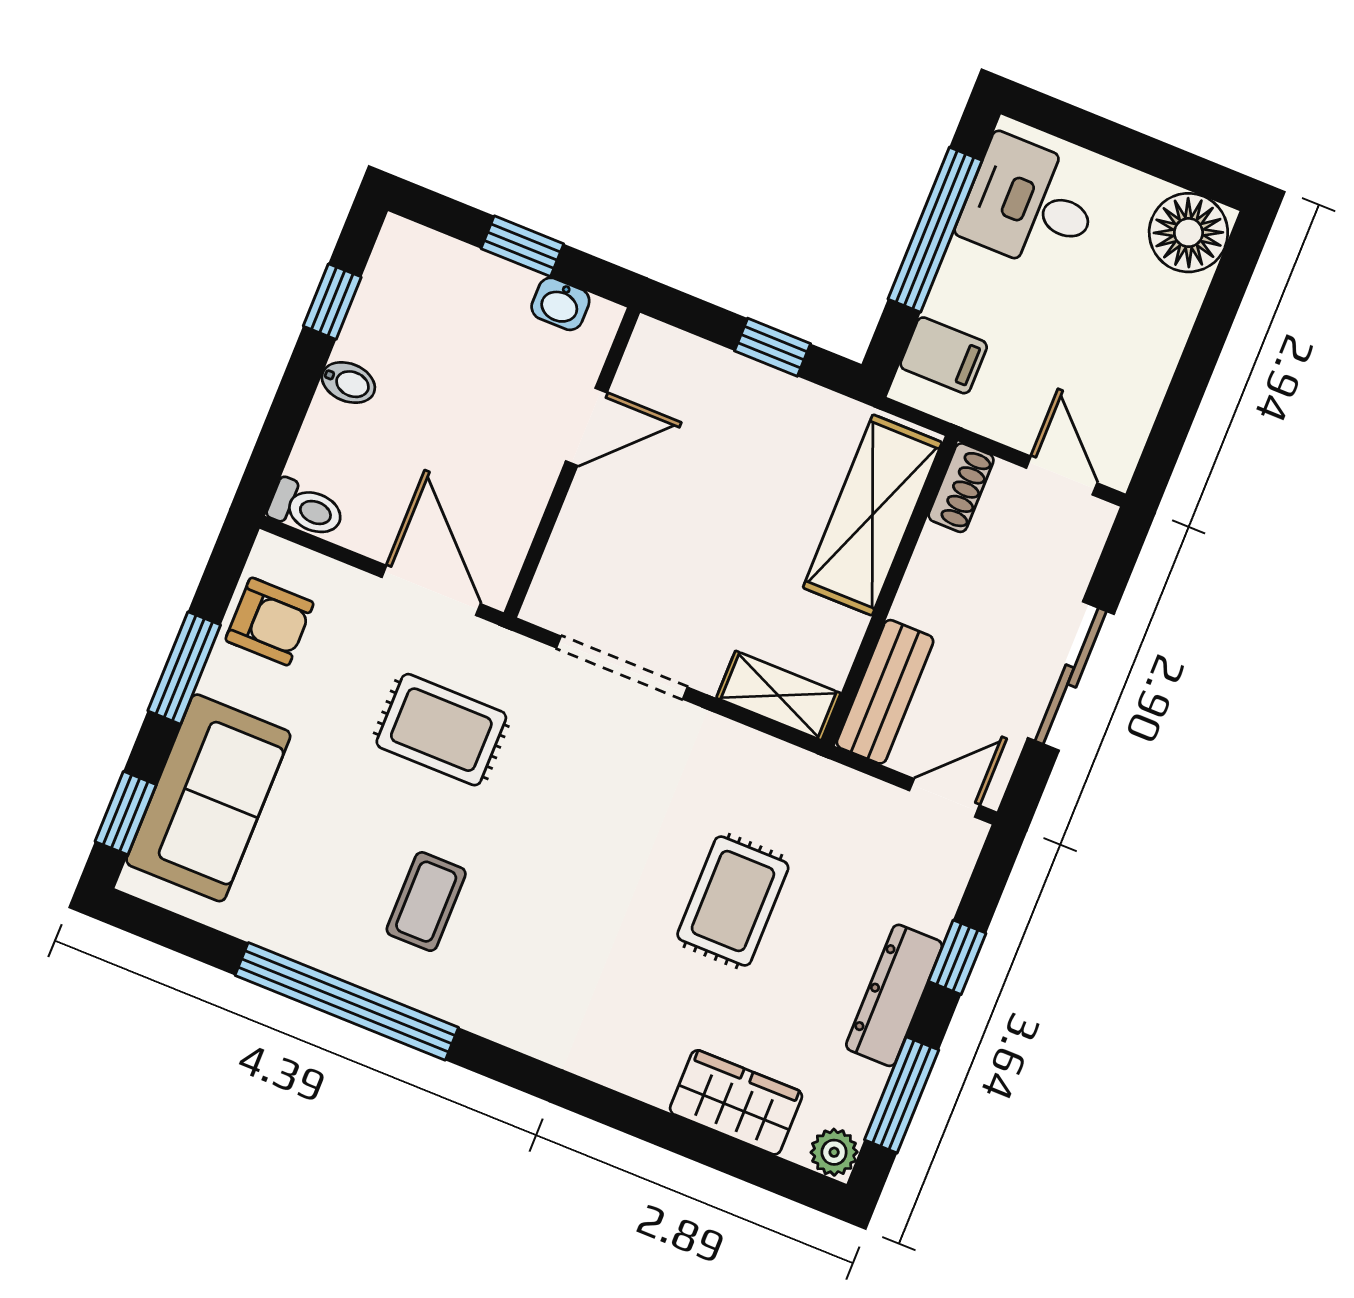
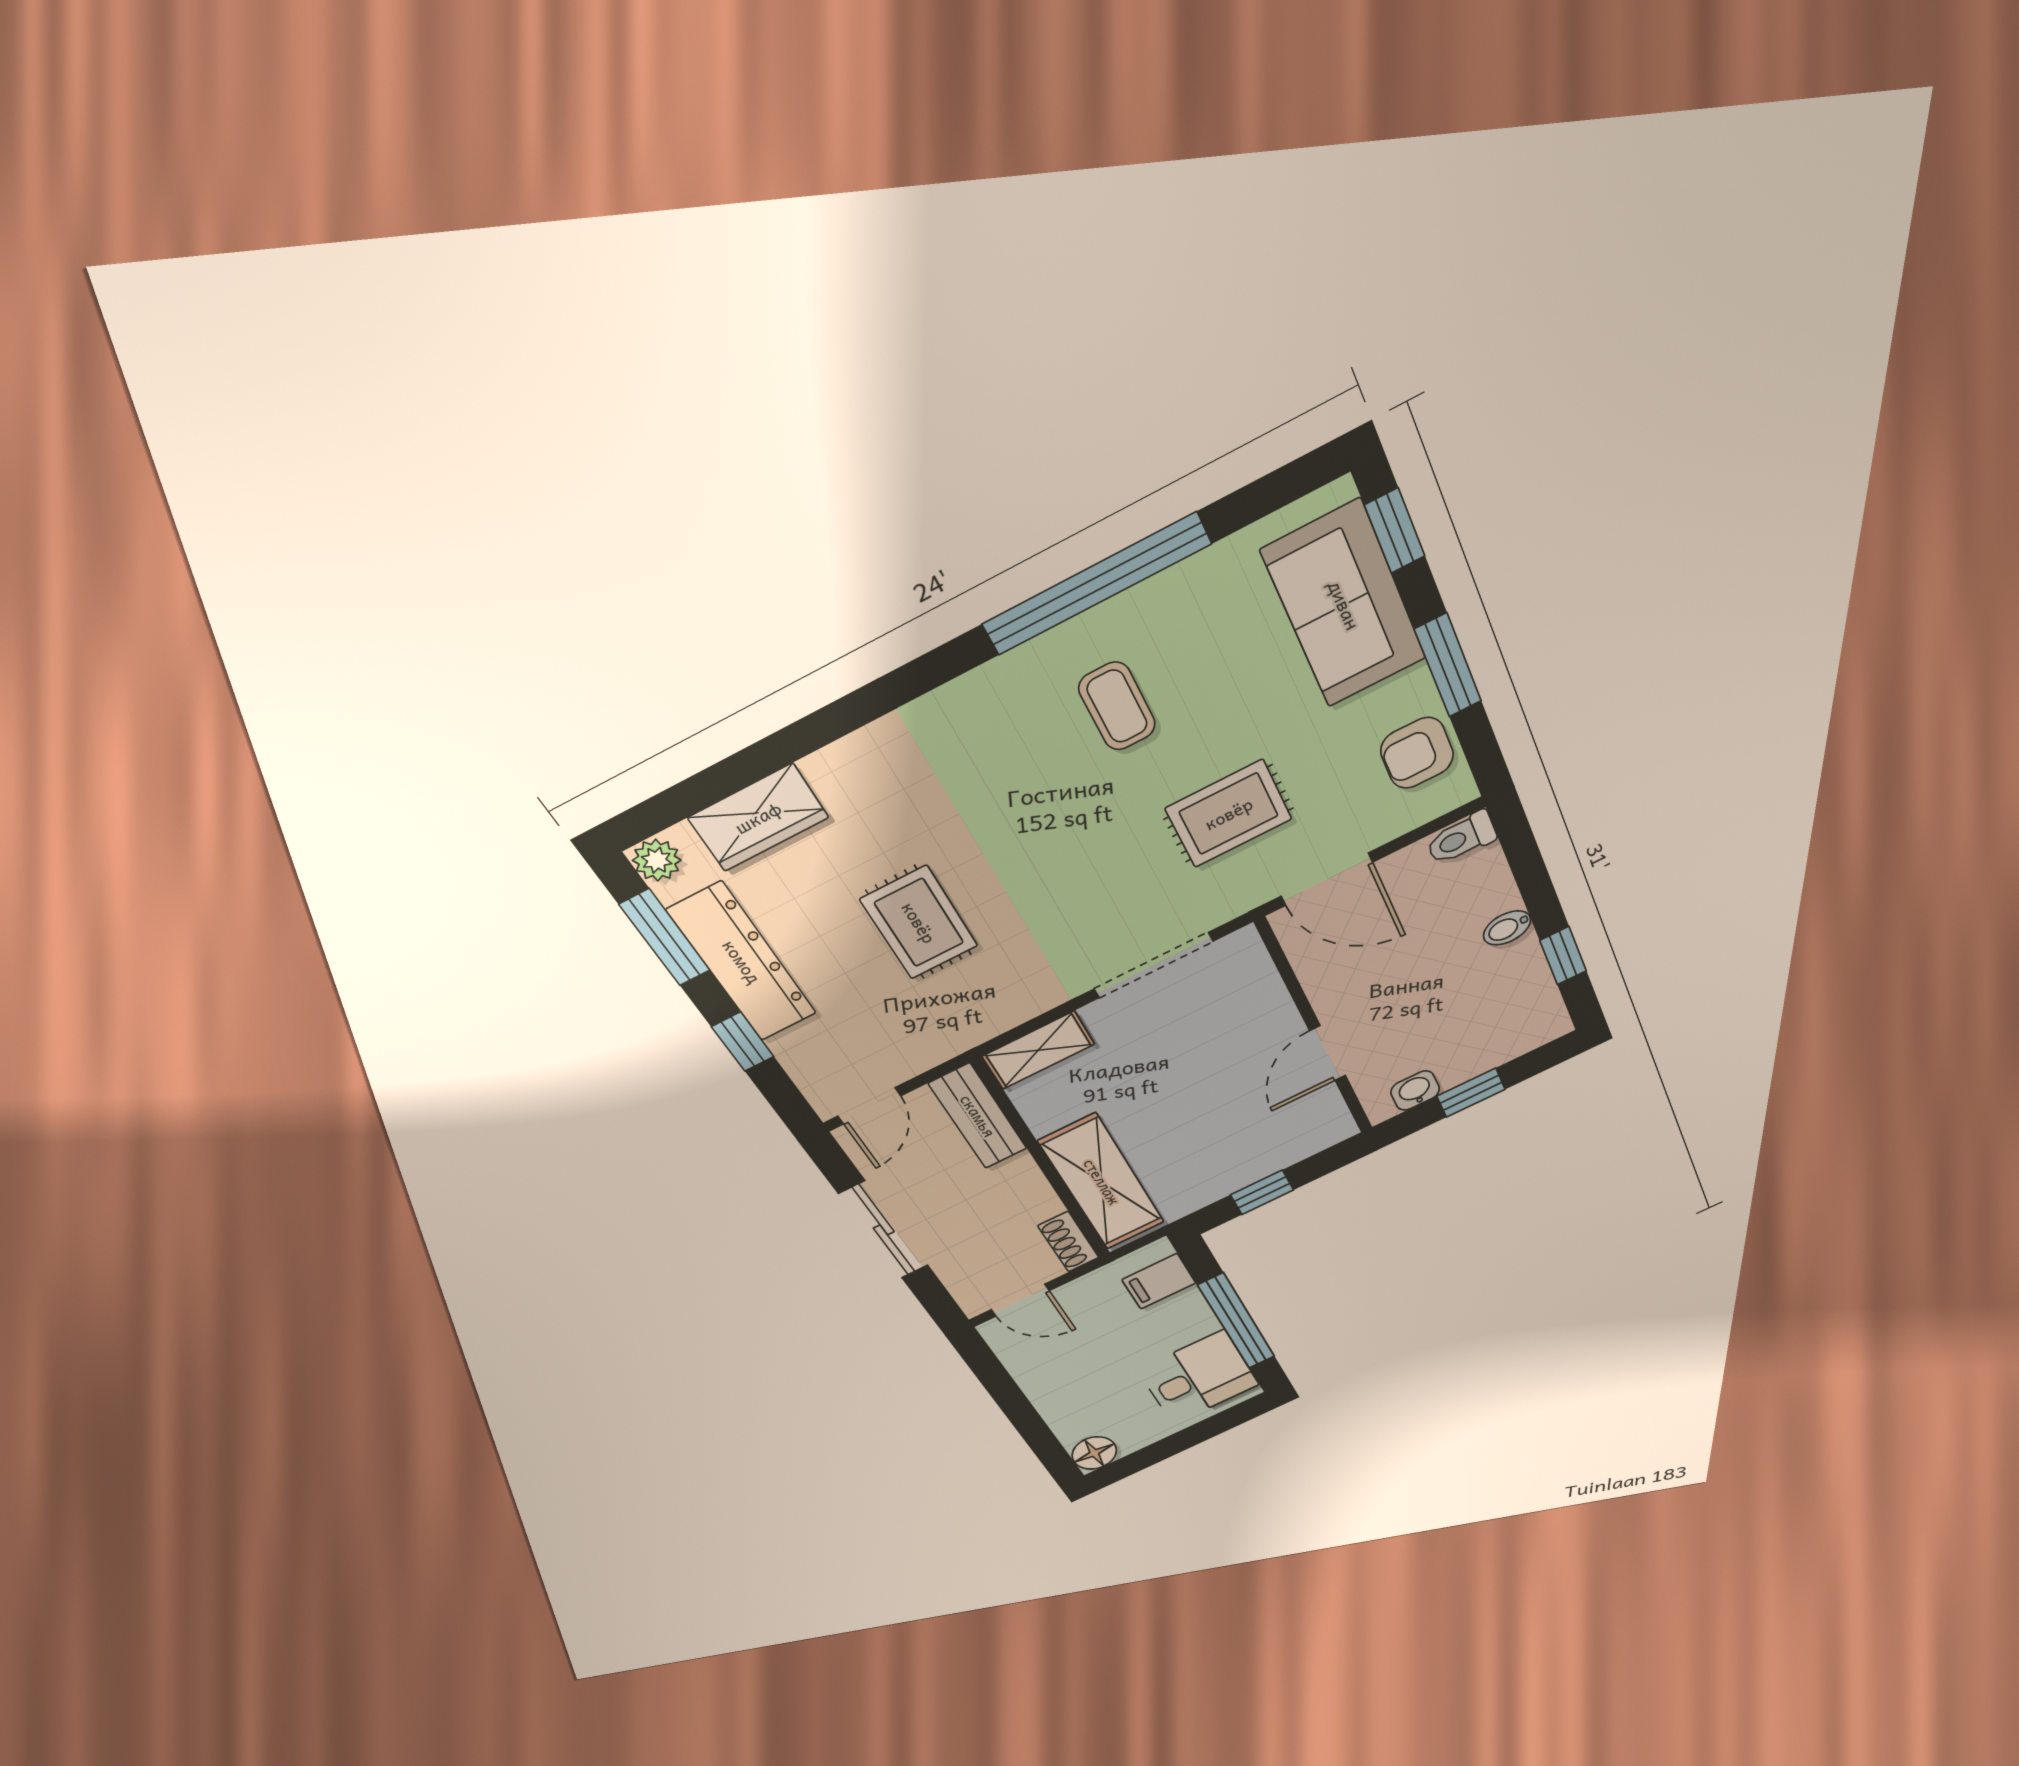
floor lamp: (1188, 233) -> (1094, 1453), width x0.73, depth x0.73
dresser: (894, 995) -> (742, 962), width x1.37, depth x1.24

